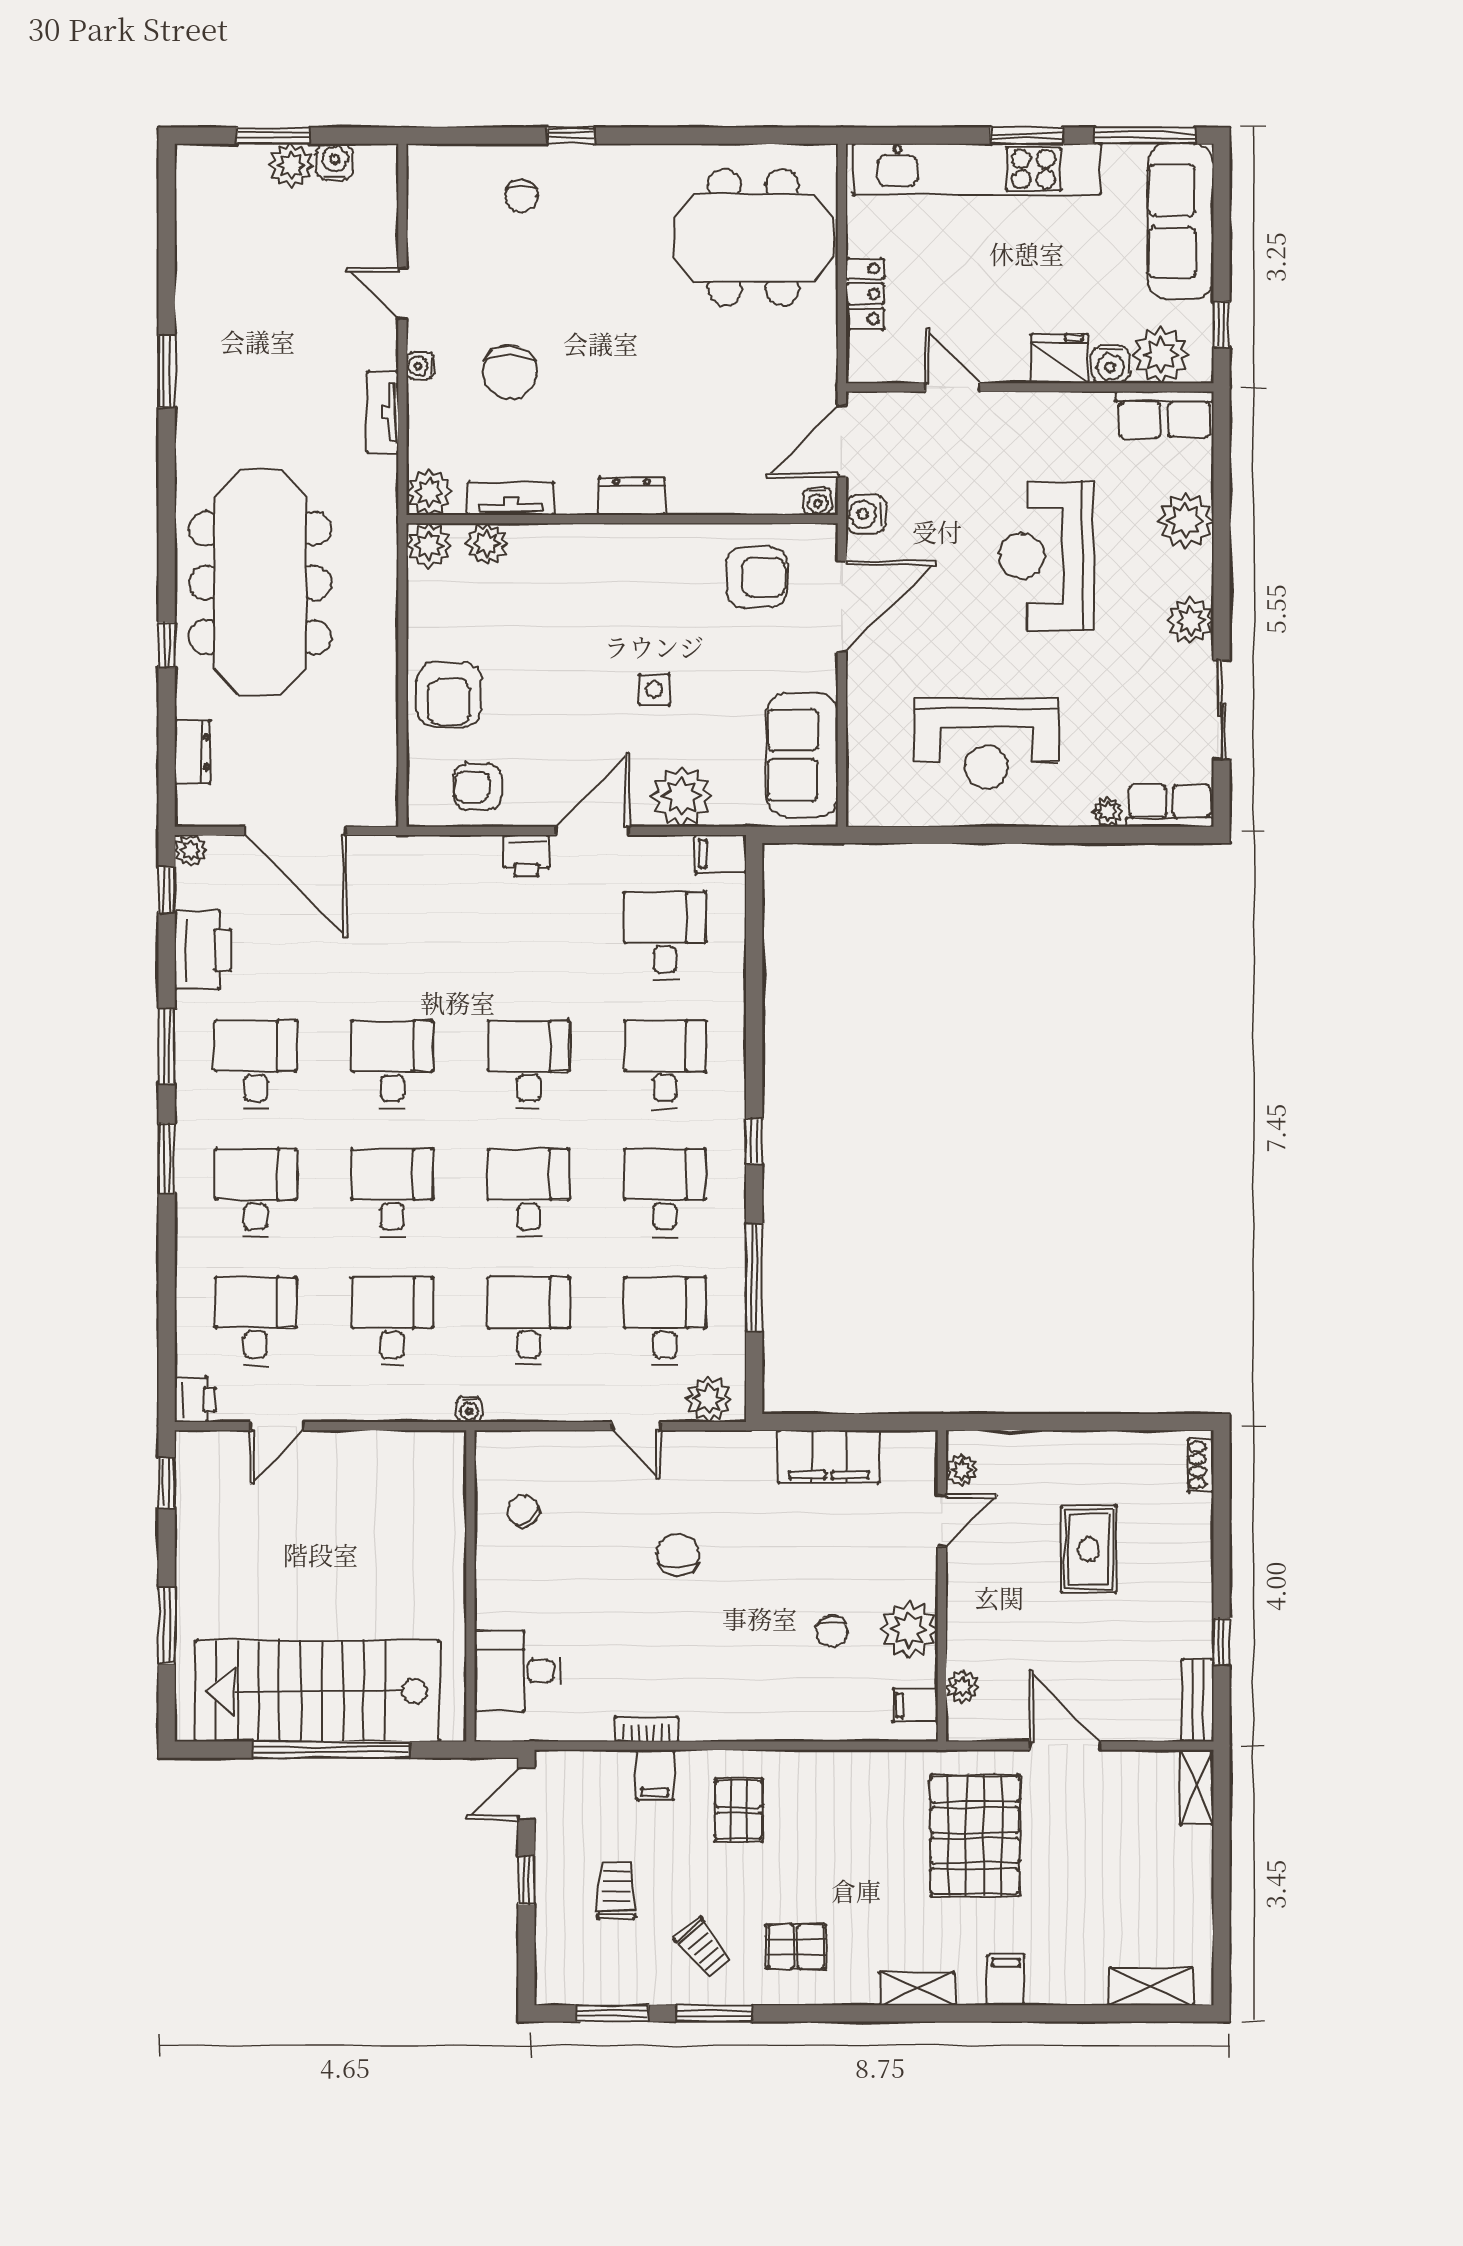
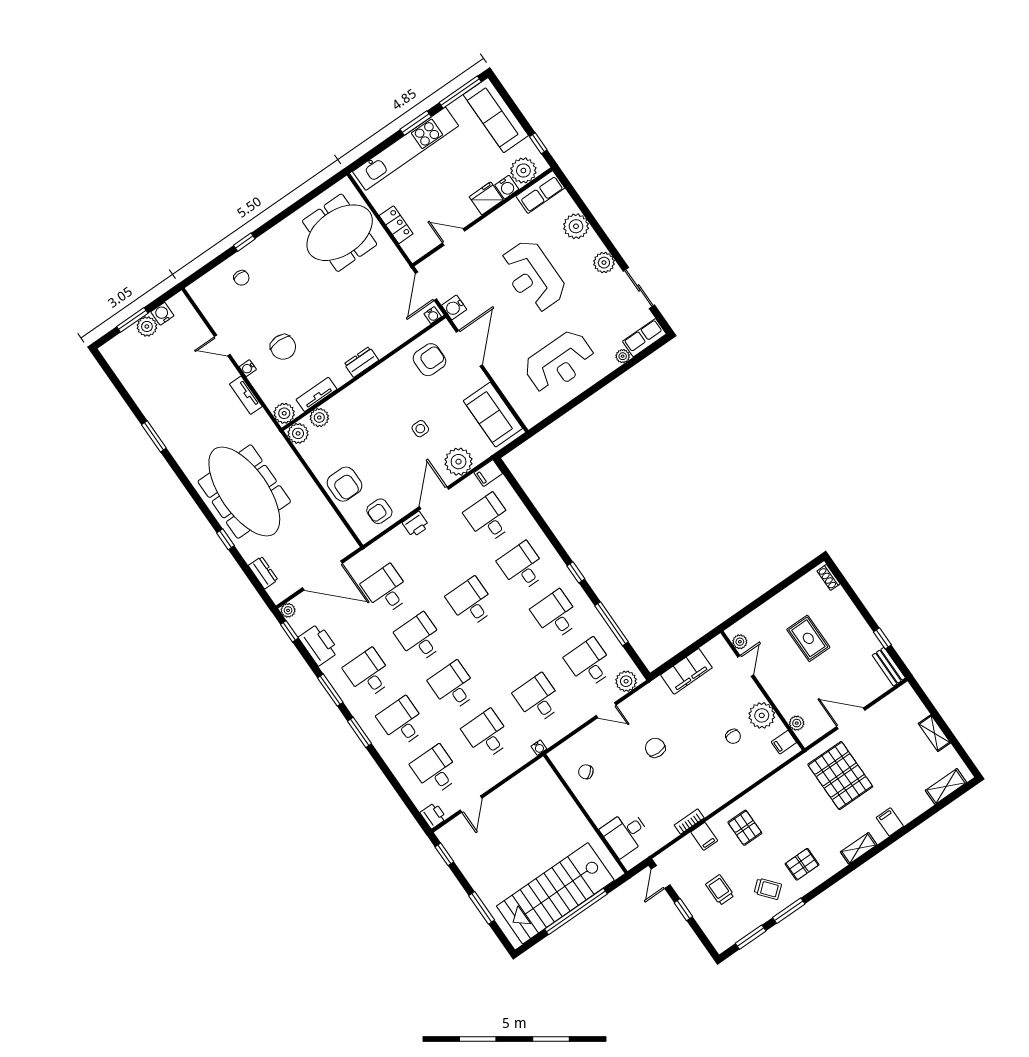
desk: (529, 1193) -> (386, 590), moved
shelving: (1197, 1787) -> (934, 733), moved

